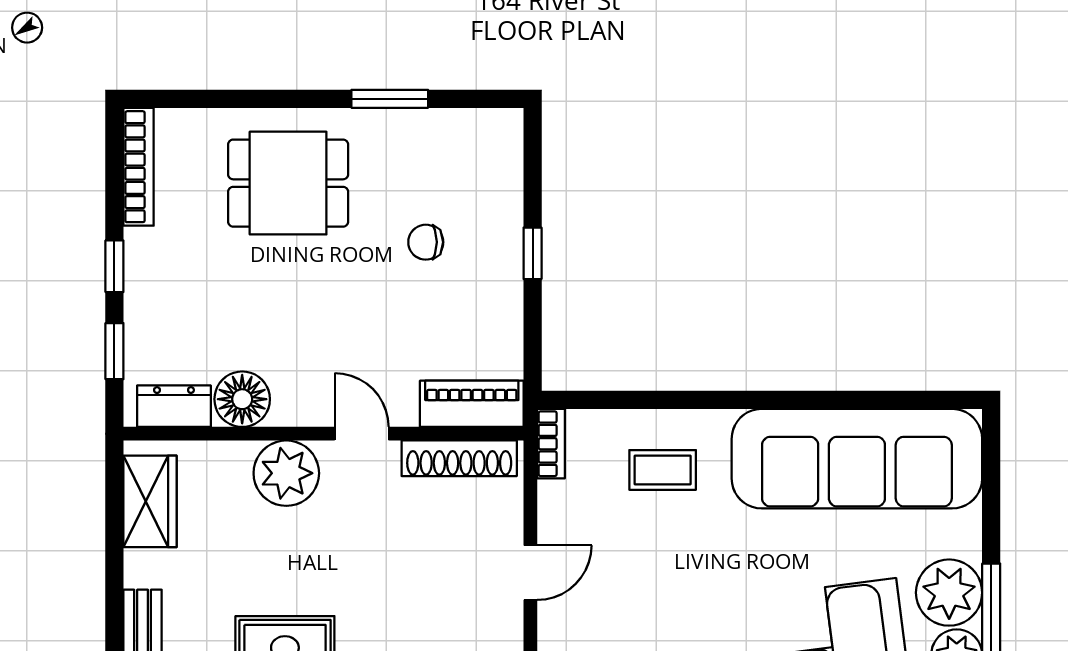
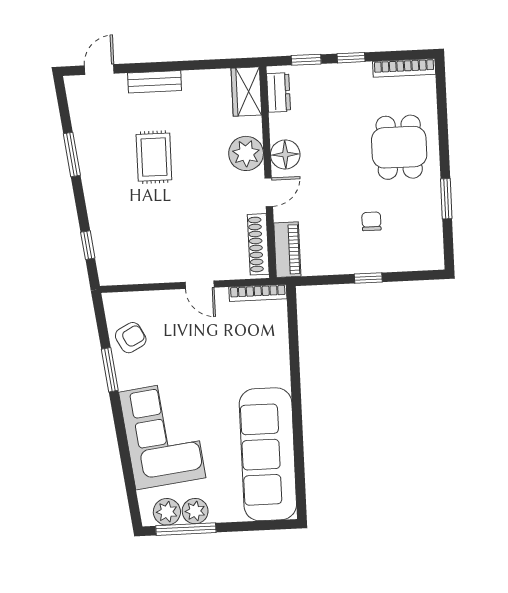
floor lamp: (242, 399) -> (285, 155), moved
bookcase: (551, 444) -> (258, 293), width x1.56
coffee table: (663, 470) -> (257, 352), removed
wardrobe: (150, 501) -> (246, 92), moved, turned 90
plant: (949, 593) -> (195, 511), width x0.73, depth x0.73

